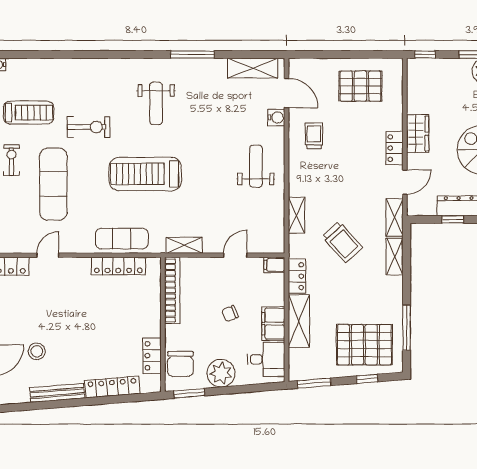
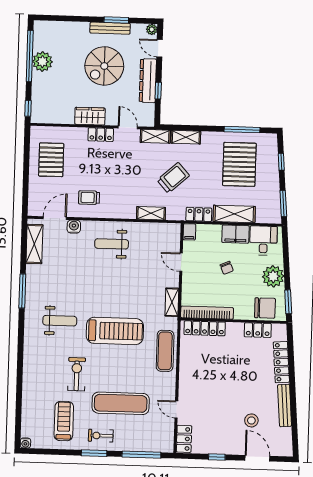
treadmill: (145, 174) -> (115, 331), turned -90
locker: (118, 266) -> (205, 328), moved, turned 90
pallet: (364, 345) -> (239, 164), moved

